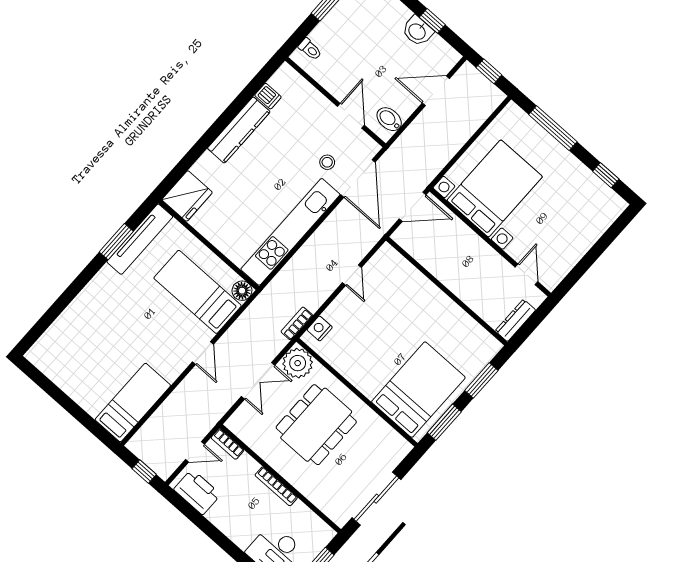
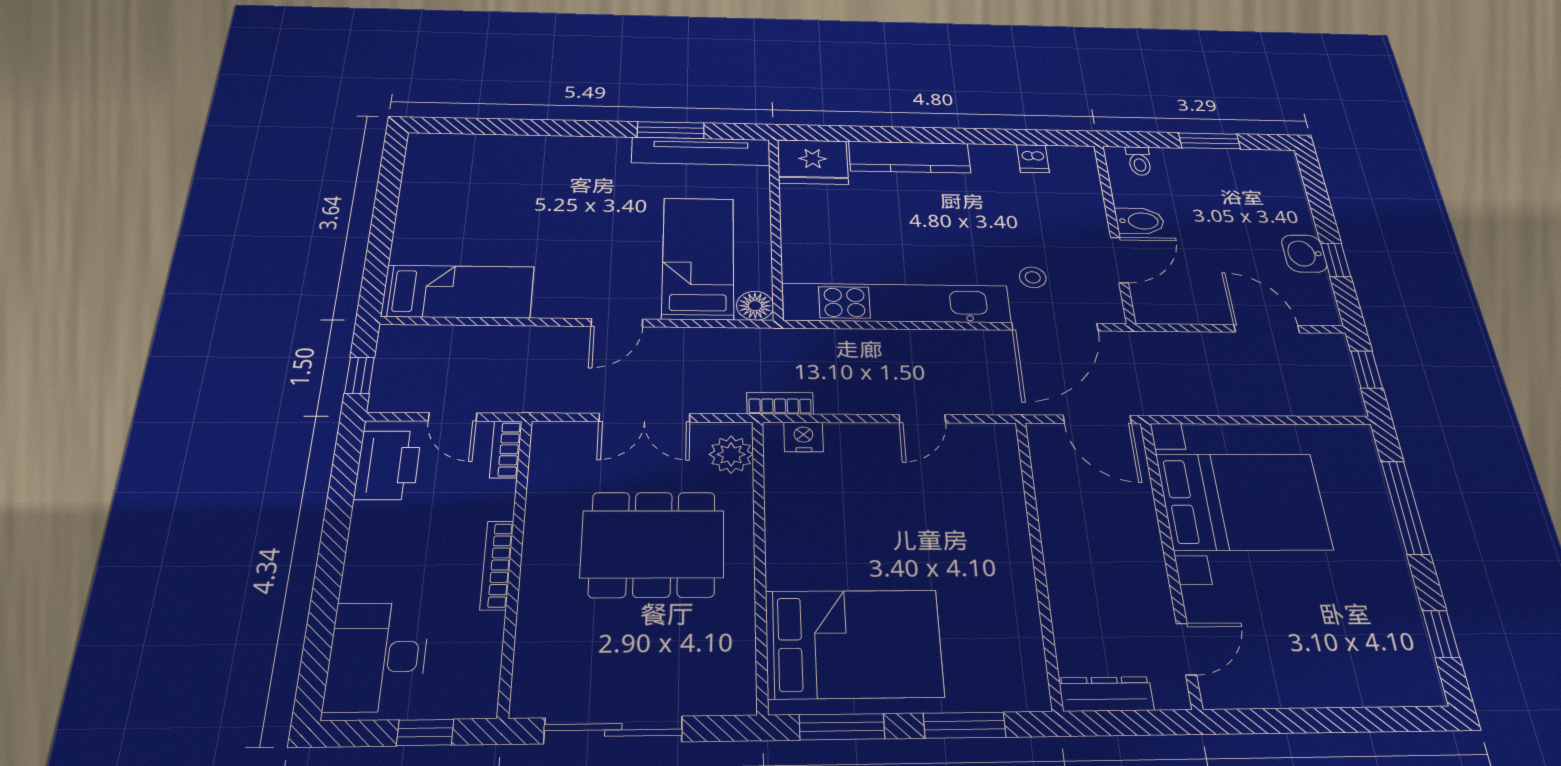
bidet: (389, 119) -> (1140, 221), moved, turned 90
kitchen counter: (239, 130) -> (909, 157), moved
plant: (298, 363) -> (731, 454), width x0.73, depth x0.73

